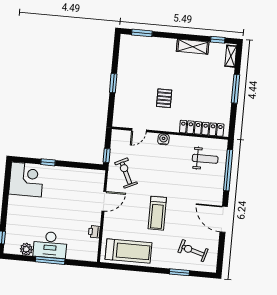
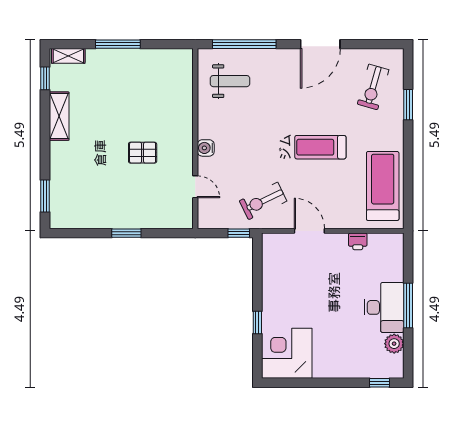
locker: (202, 128) -> (183, 91), removed
weight bench: (205, 159) -> (230, 81), turned 90
treadmill: (157, 213) -> (320, 147), turned 180

